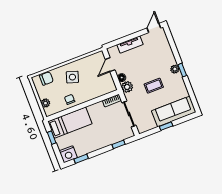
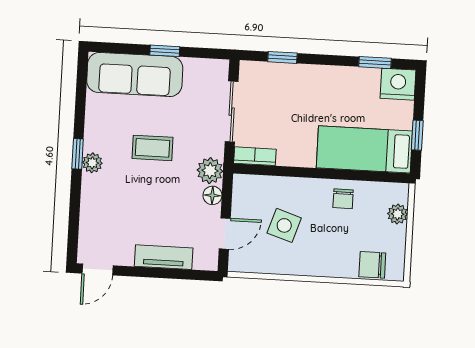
side table: (72, 77) -> (284, 225), moved

